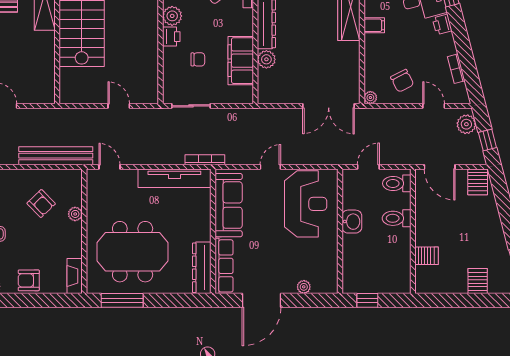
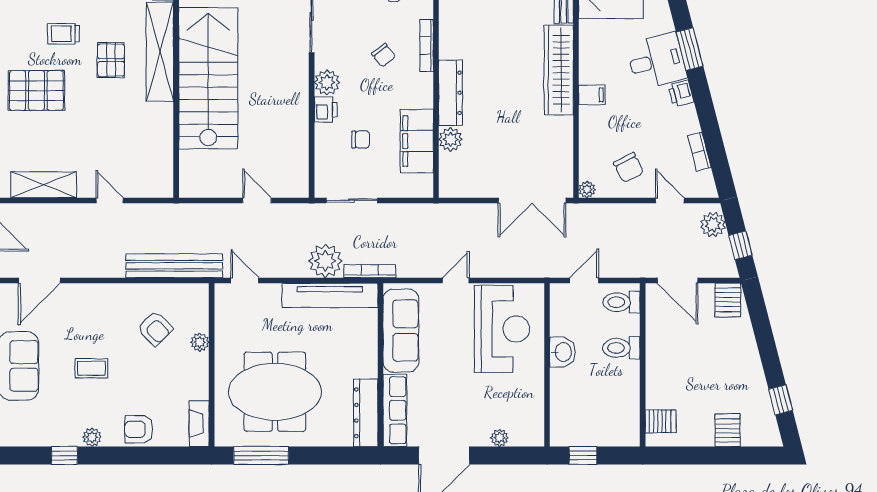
plant: (171, 152) -> (325, 261), added
server rack: (427, 256) -> (661, 421), moved

